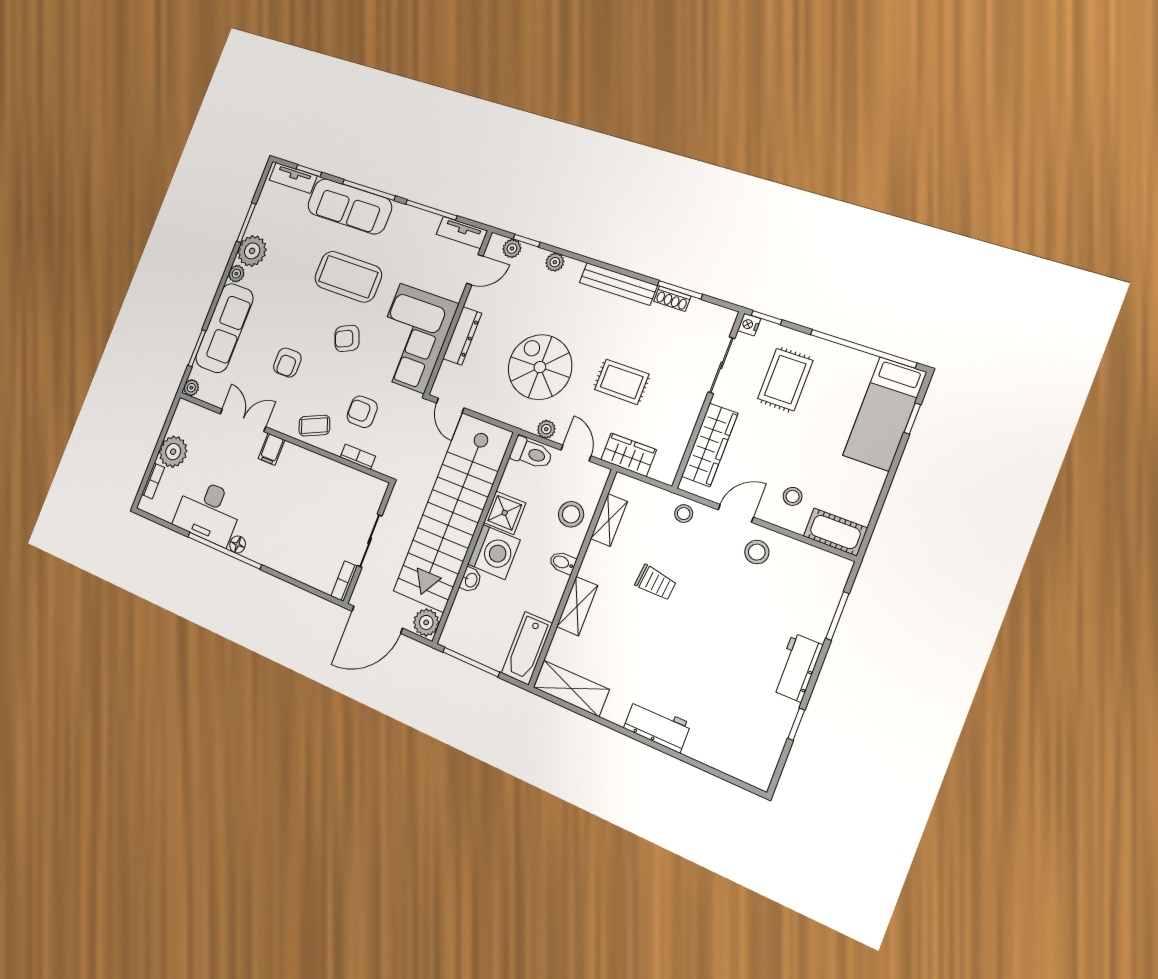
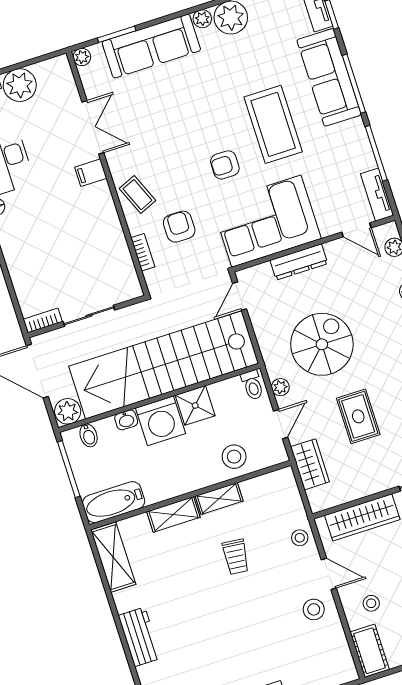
armchair: (347, 338) -> (225, 165), turned -66
armchair: (287, 362) -> (167, 128), removed
toilet: (531, 453) -> (252, 385), width x0.73, depth x0.72
shelving: (609, 520) -> (219, 499), moved
bidet: (563, 563) -> (89, 435), moved, turned 180

